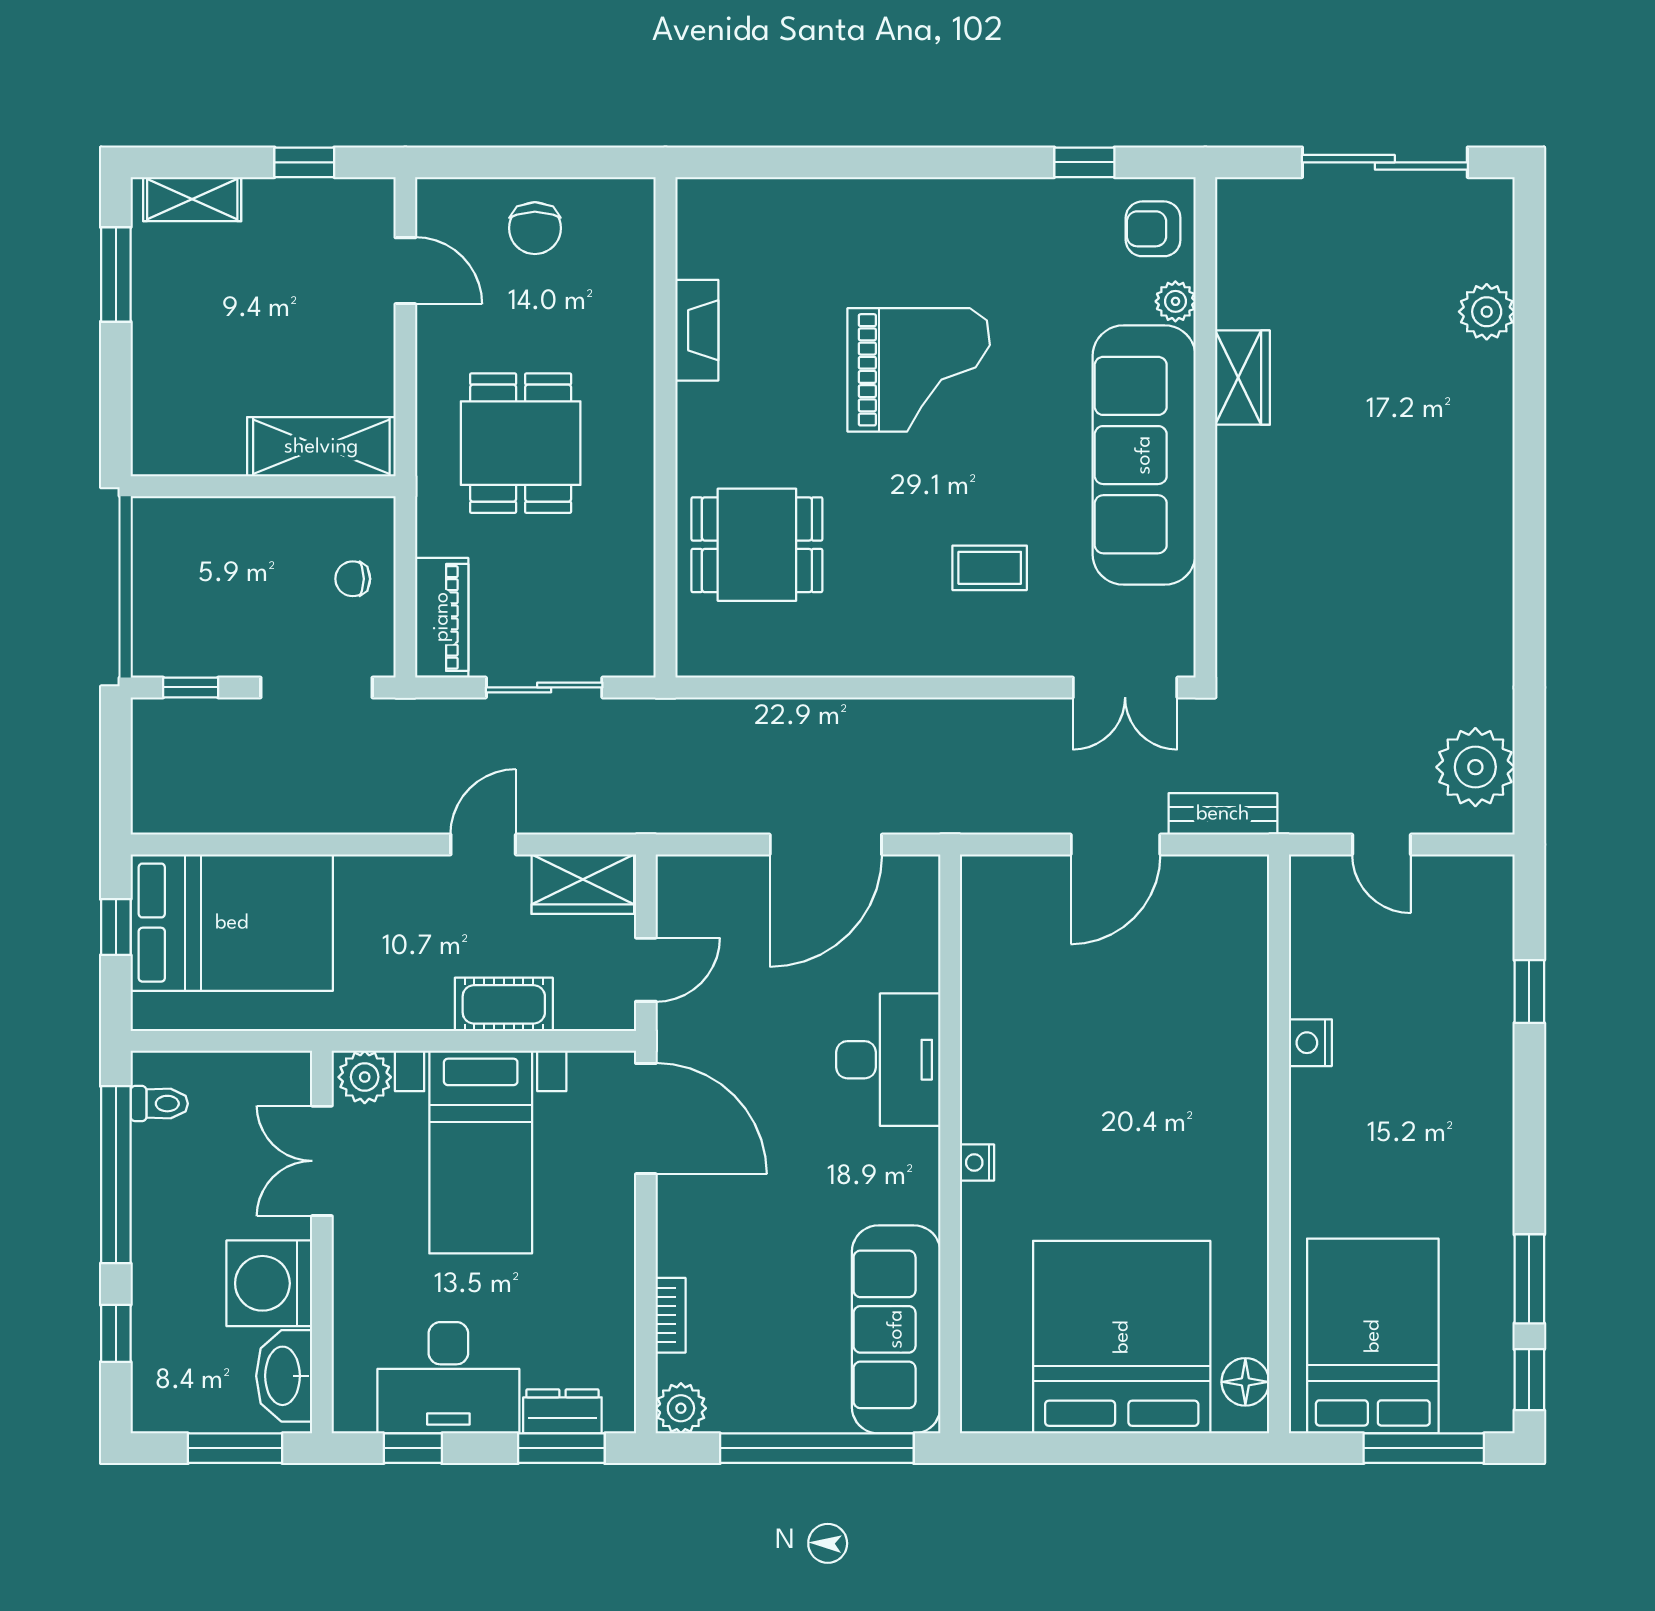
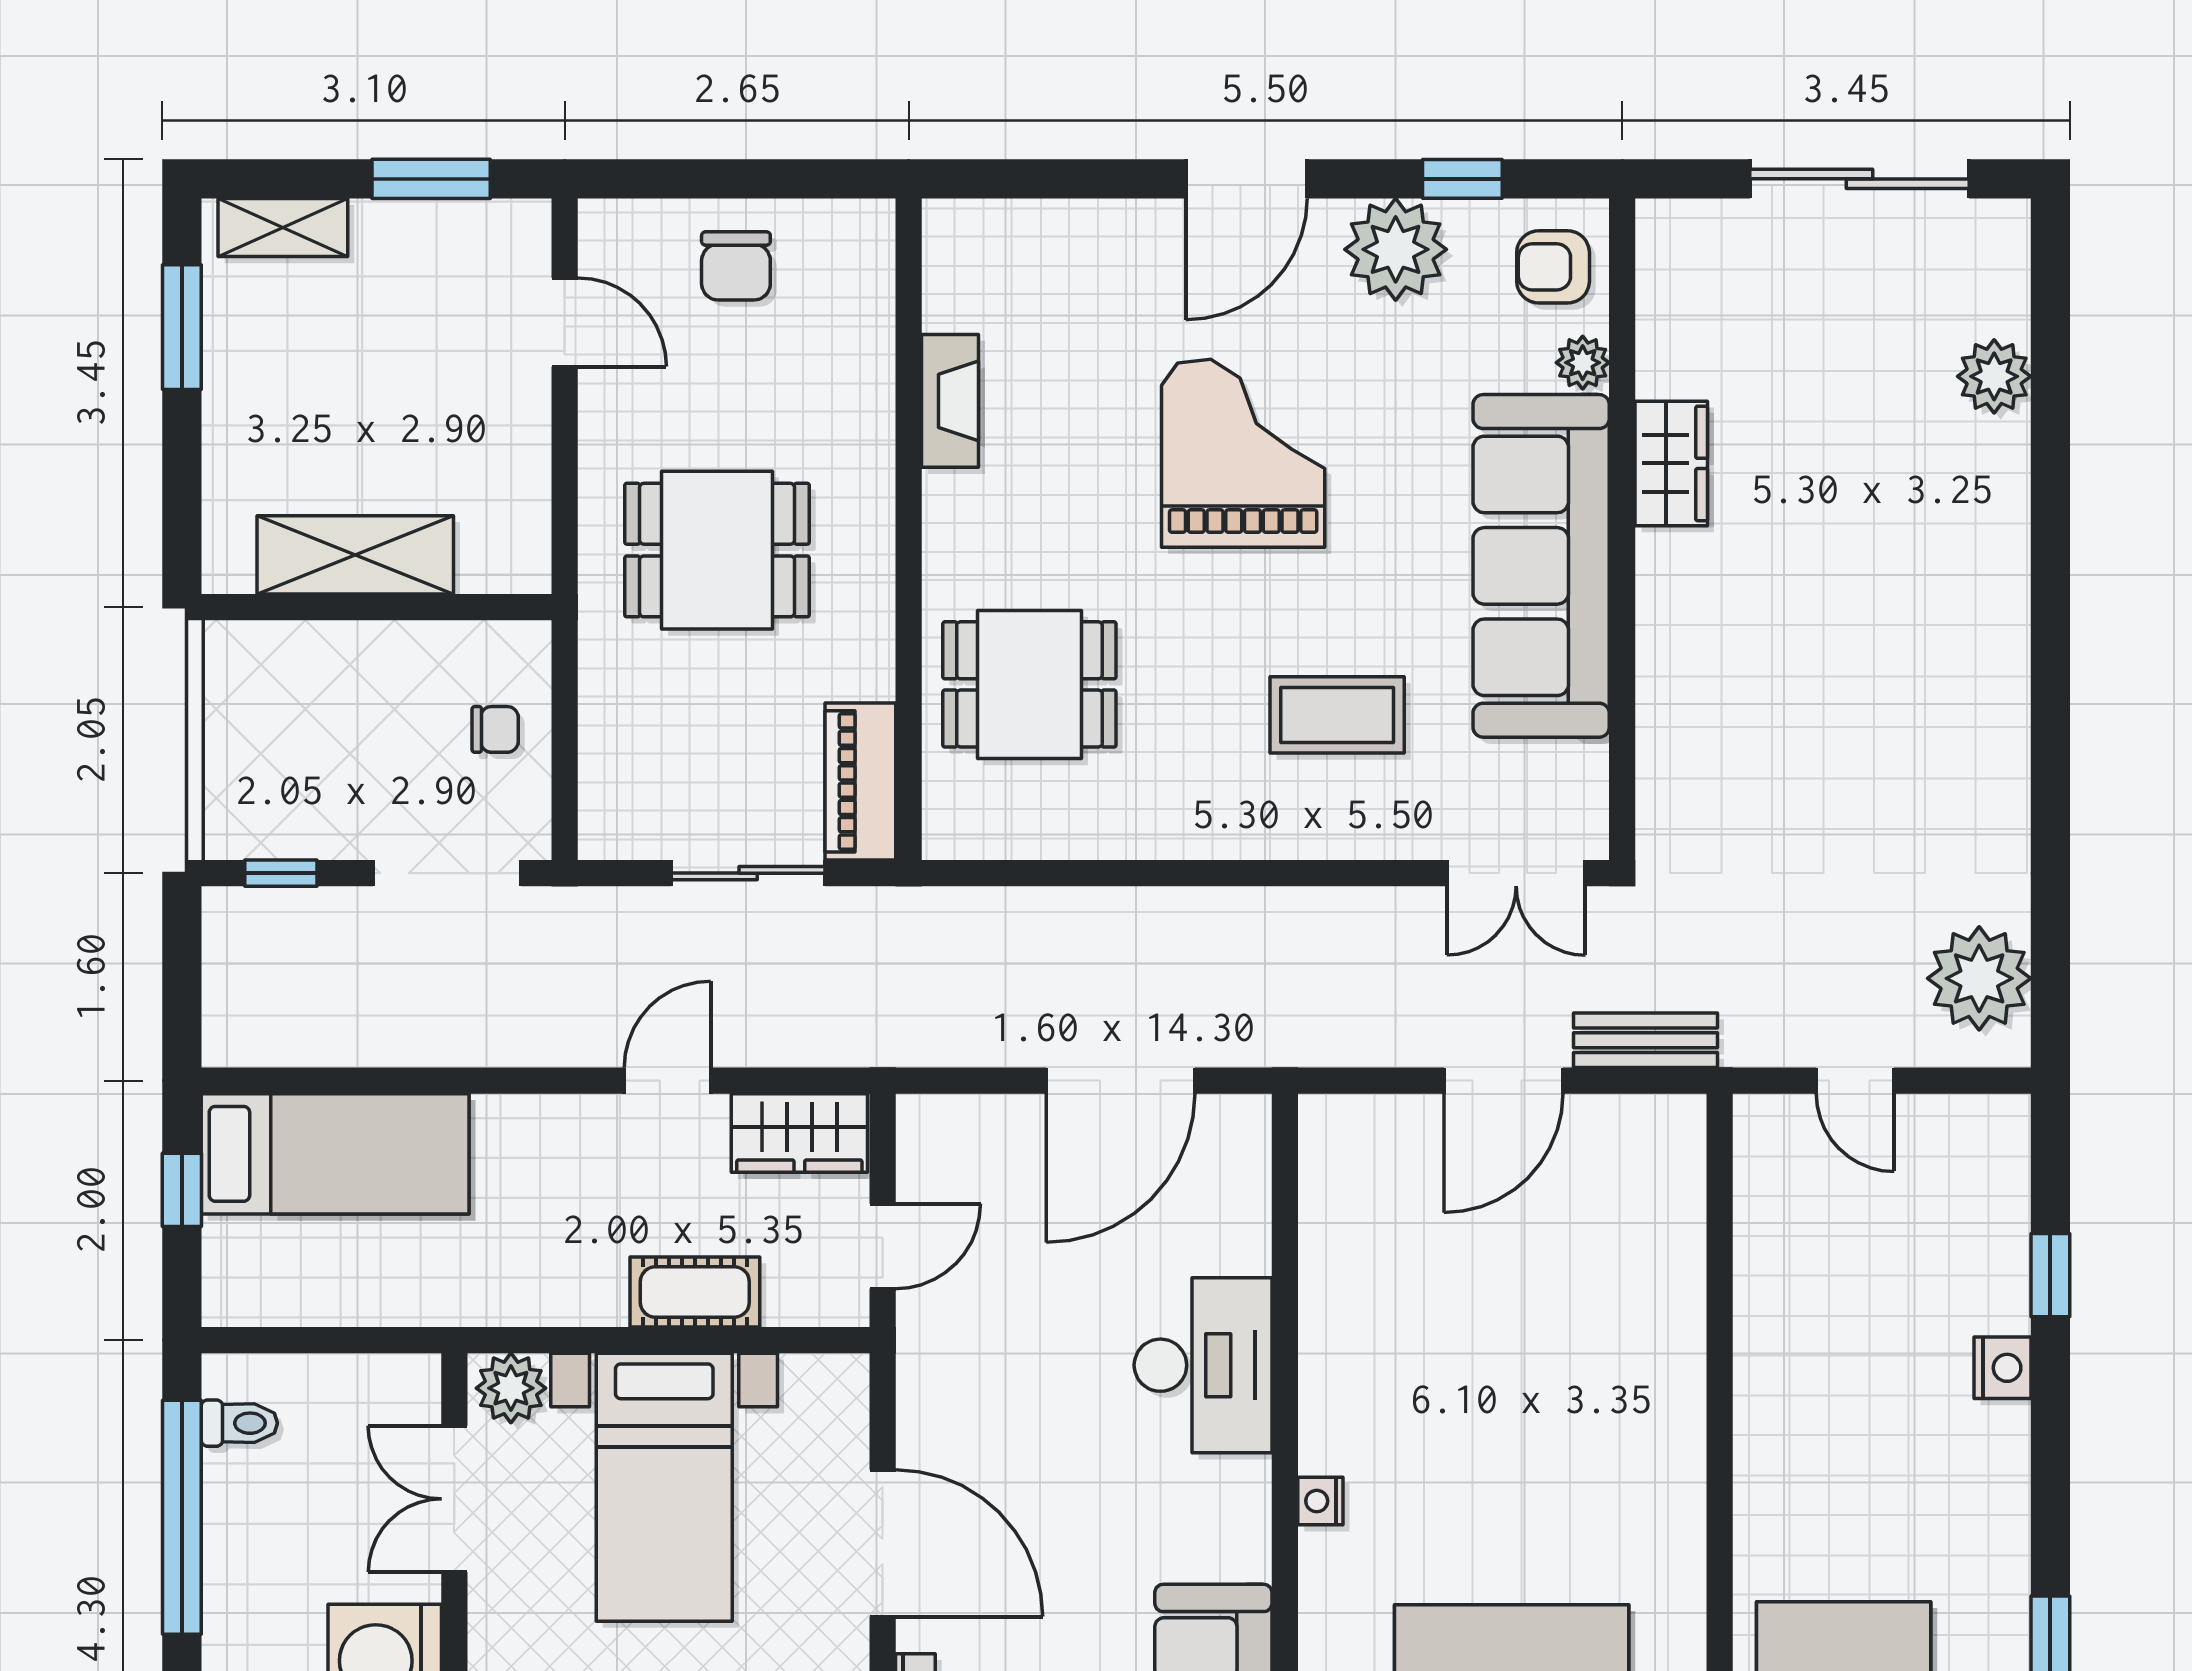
window: (304, 162) -> (431, 179), width x1.50
door: (921, 162) -> (1246, 179), added
plant: (1034, 216) -> (1396, 249), added
grand piano: (919, 370) -> (1243, 453), turned -90
dining table: (521, 443) -> (717, 550), turned 90
shelving: (321, 447) -> (355, 555), moved
coffee table: (990, 568) -> (1337, 715), width x1.36, depth x1.30
chair: (353, 579) -> (495, 729), turned 180
piano: (442, 617) -> (860, 781), moved, turned 180
bed: (232, 923) -> (335, 1154), width x0.67
nightstand: (1310, 1043) -> (2003, 1368), moved, turned 180
door: (646, 1119) -> (883, 1543), moved

